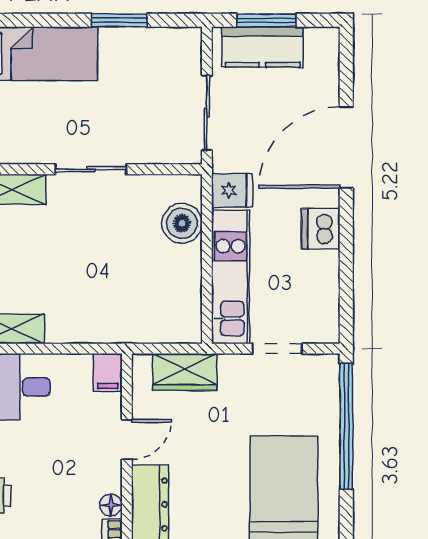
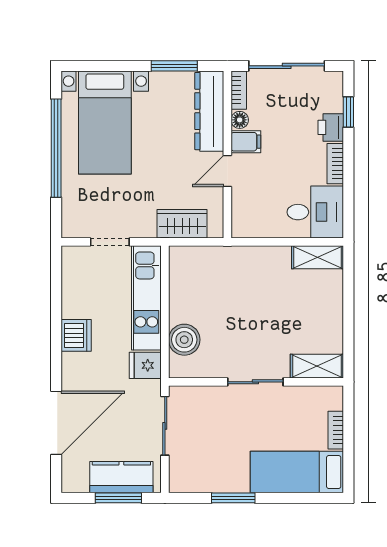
door: (346, 147) -> (56, 423), moved
filing cabinet: (108, 373) -> (246, 142), moved, turned 90
window: (346, 426) -> (56, 148), moved

